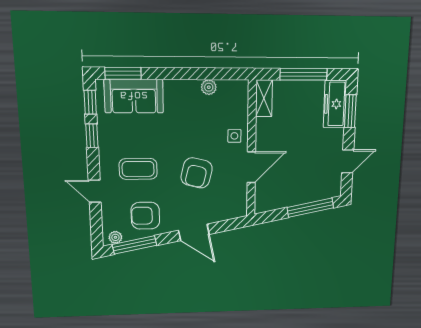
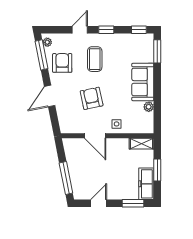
window: (304, 74) -> (157, 170), width x0.69
sofa: (134, 96) -> (143, 82), moved
freezer: (335, 104) -> (146, 184), moved, turned -90
window: (92, 136) -> (106, 30), moved
door: (348, 161) -> (99, 203), swing flipped
armchair: (197, 173) -> (92, 98), turned 64

